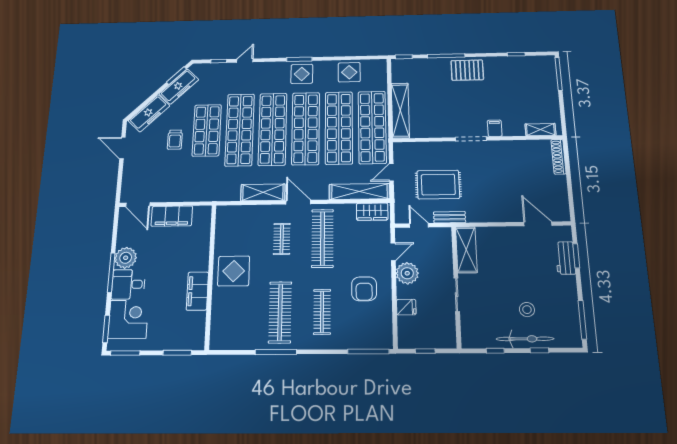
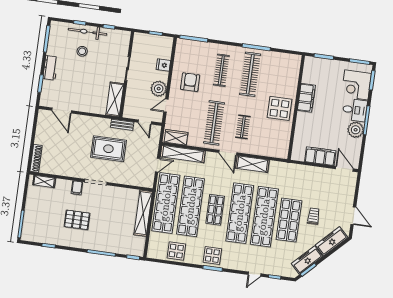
pallet: (467, 70) -> (77, 220), moved
shop shelf: (306, 128) -> (215, 210), width x0.50, depth x0.74
rug: (438, 185) -> (108, 149), moved
workbench: (565, 258) -> (50, 68), moved

